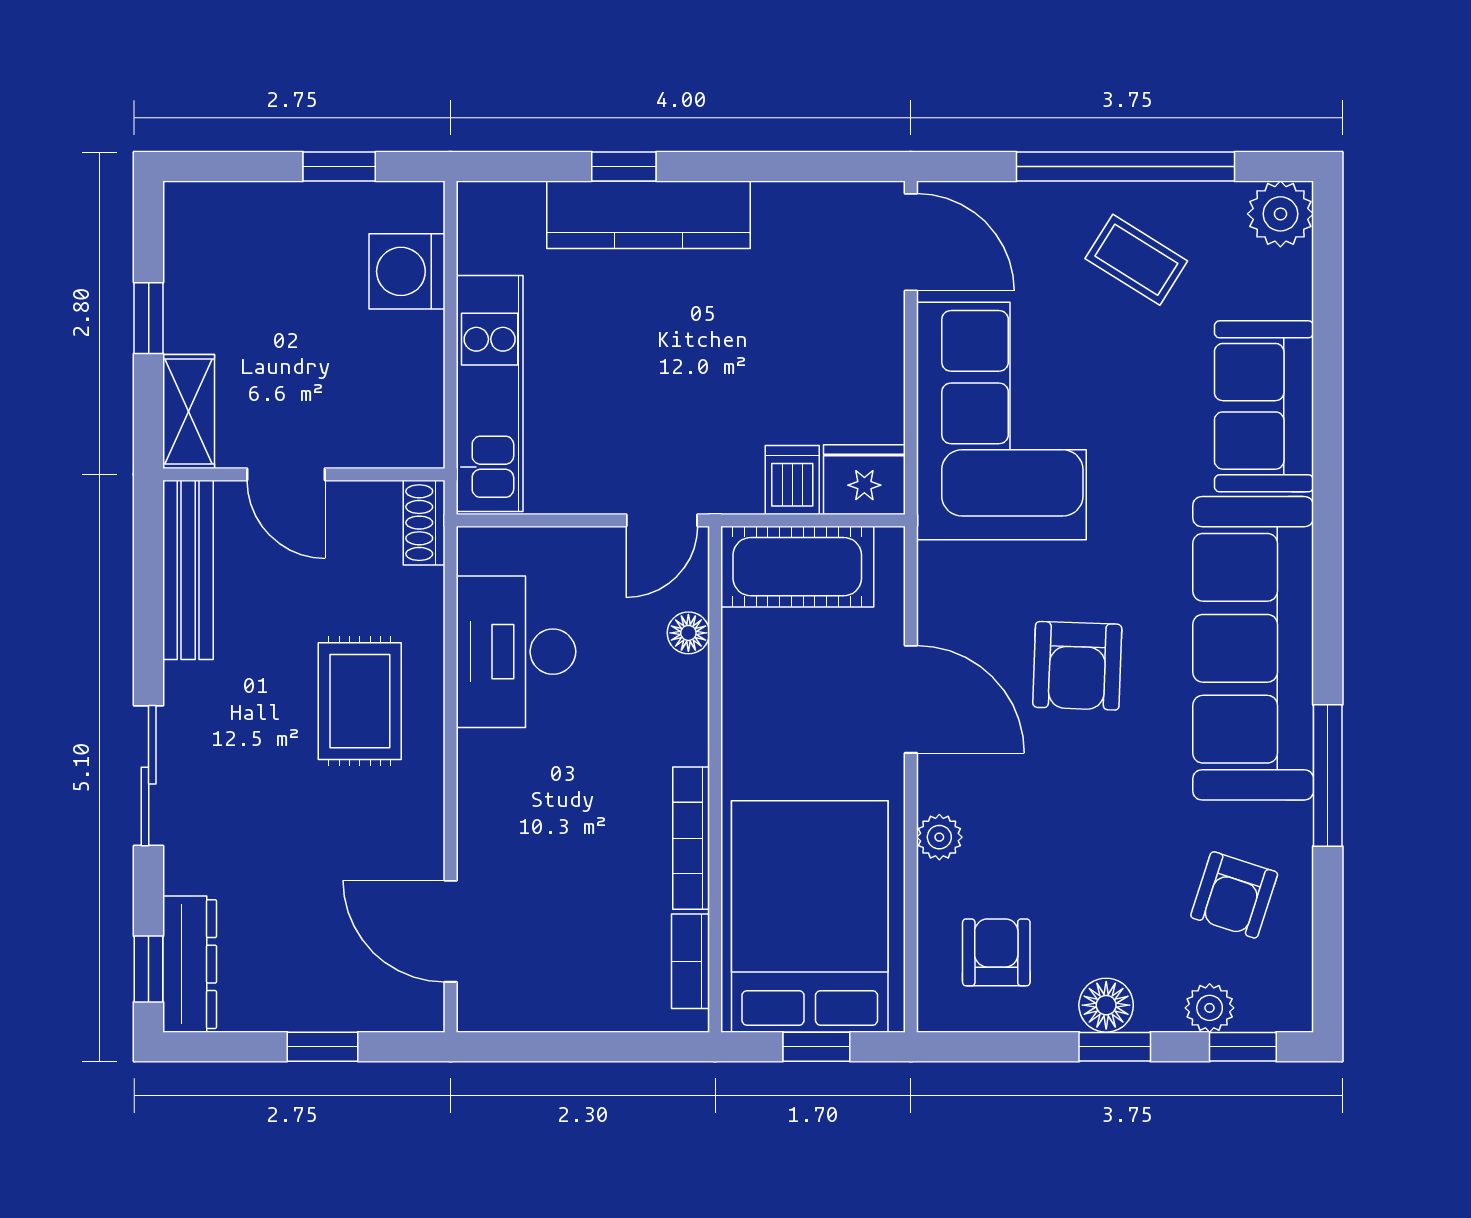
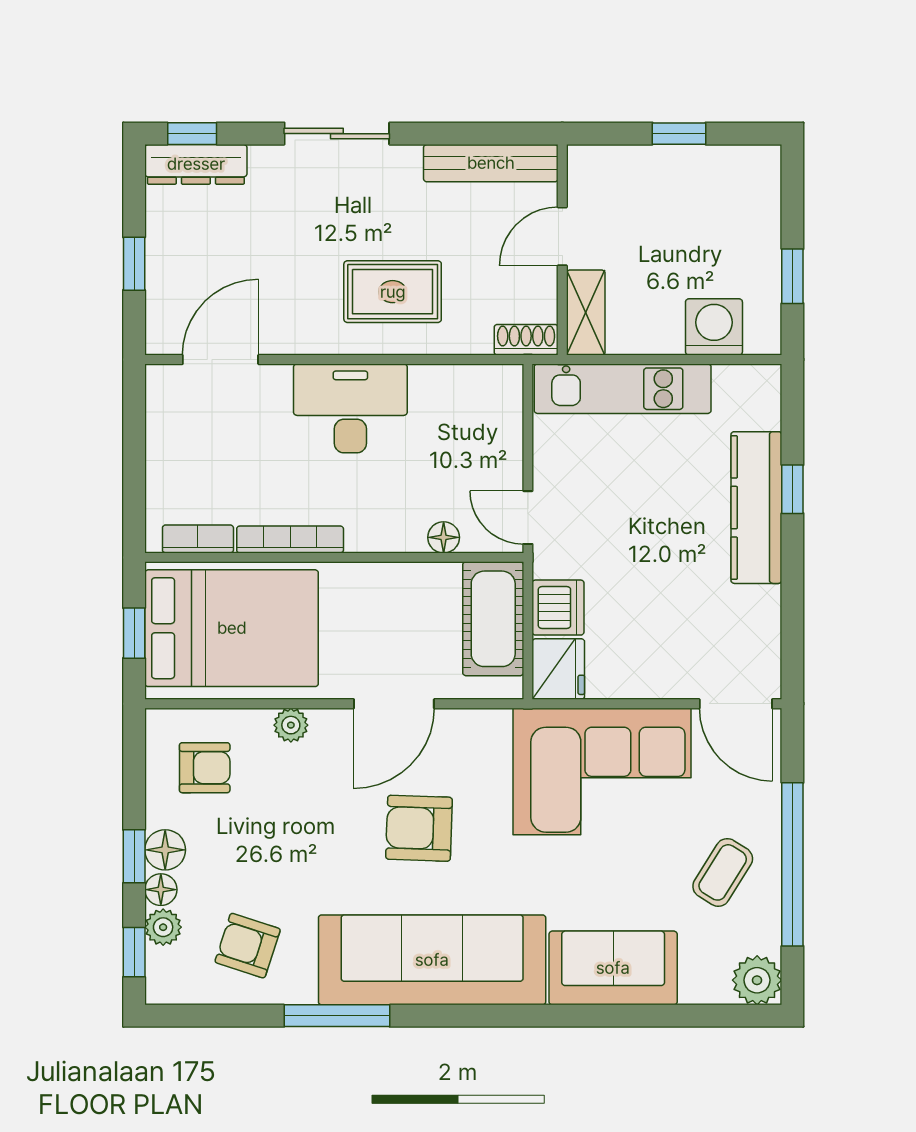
door: (911, 242) -> (736, 704), hinge flipped
shelving: (189, 411) -> (586, 313), moved, turned 90
dishwasher: (792, 480) -> (558, 608), width x1.38
desk: (516, 652) -> (350, 408), moved
floor lamp: (1159, 1011) -> (161, 890), added

